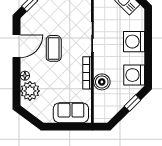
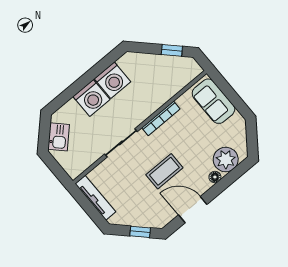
washing machine: (134, 75) -> (112, 80), moved
boiler: (102, 82) -> (158, 96), removed
window: (133, 103) -> (172, 50), moved

